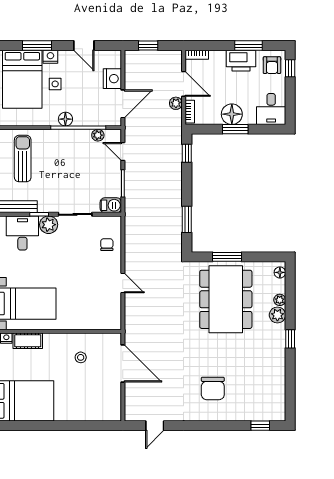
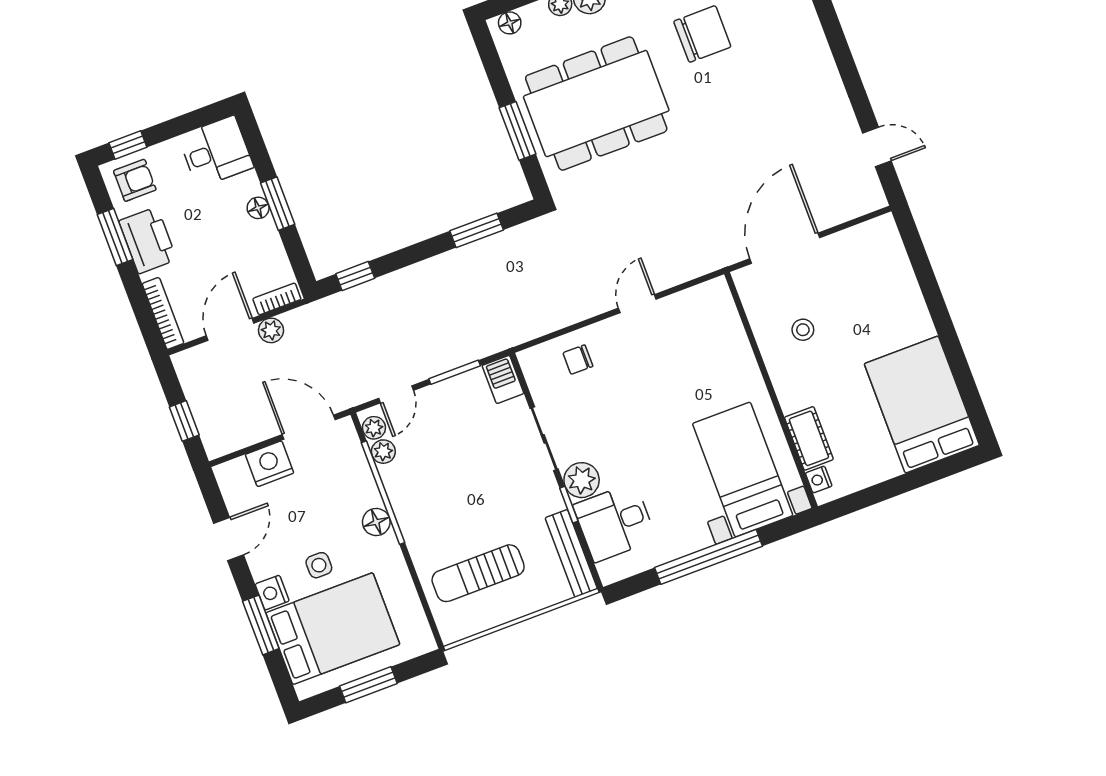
bookcase: (197, 55) -> (163, 313), width x1.56
floor lamp: (232, 114) -> (258, 208), width x0.53, depth x0.53
plant: (111, 135) -> (374, 428), added
chair: (213, 388) -> (702, 34), moved

